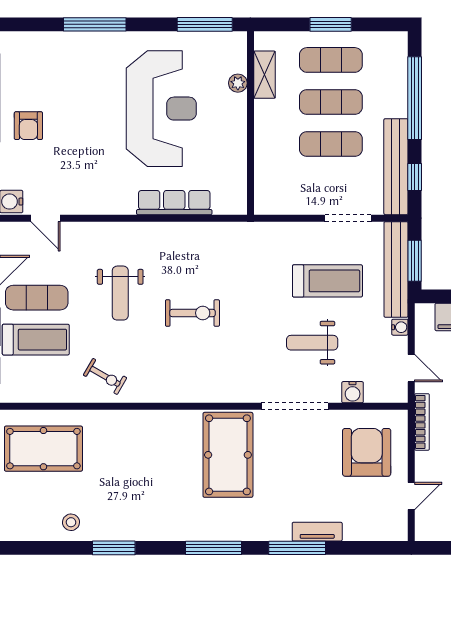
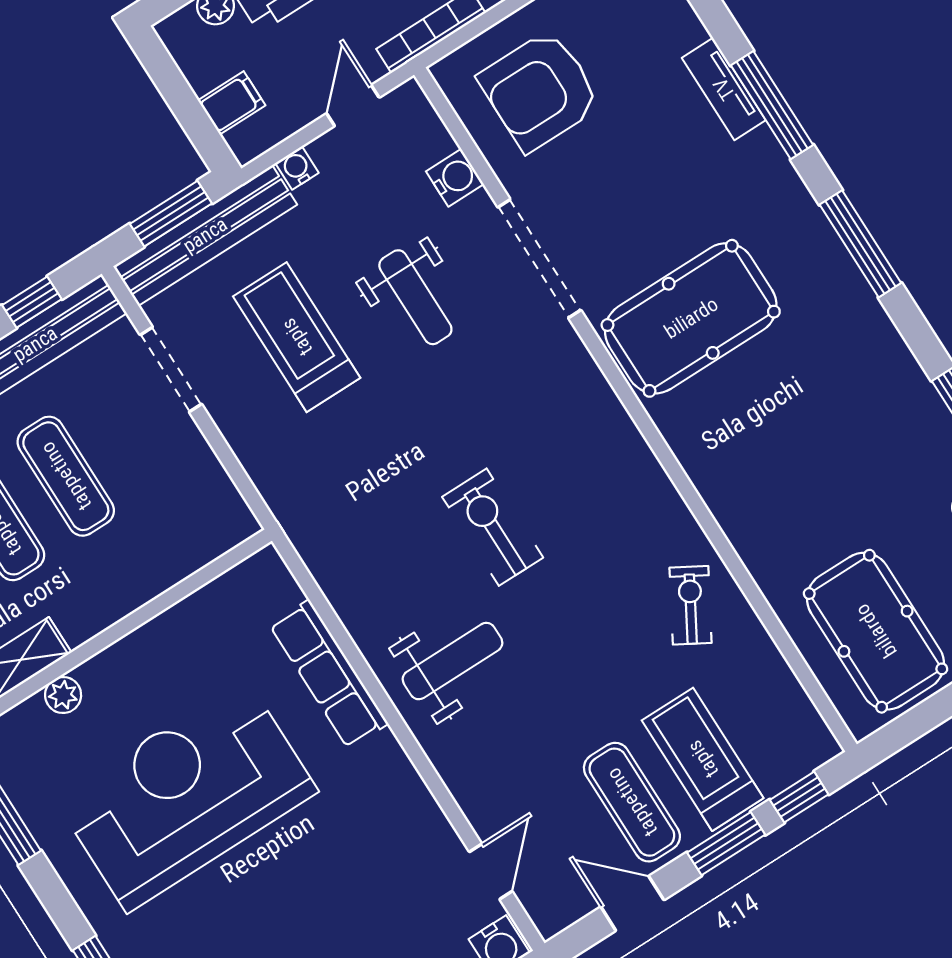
weight bench: (120, 293) -> (453, 661), moved

